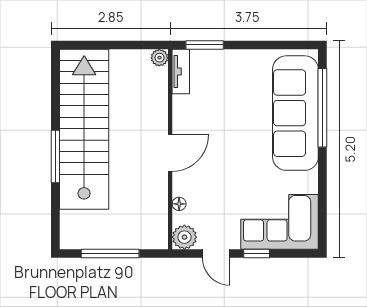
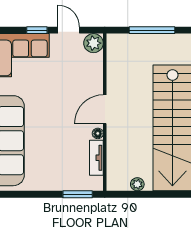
plant: (159, 58) -> (137, 184), moved
tv unit: (181, 71) -> (96, 158), moved
floor lamp: (179, 204) -> (98, 133), moved

